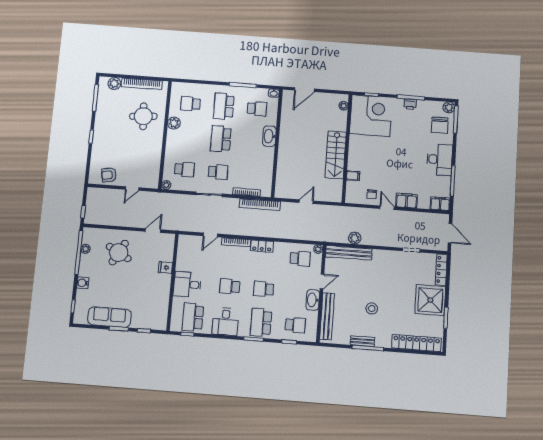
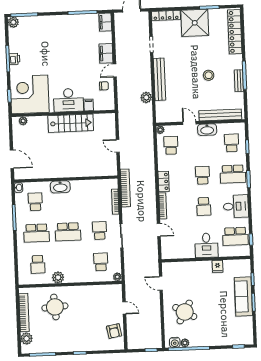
chair: (440, 125) -> (31, 29), removed
desk: (440, 160) -> (68, 100), moved, turned 180
bench: (349, 253) -> (160, 79), moved
fridge: (165, 268) -> (218, 266), moved
water cooler: (83, 283) -> (175, 342), moved
school desk: (264, 289) -> (202, 175), turned 180
sofa: (109, 317) -> (243, 296), moved

